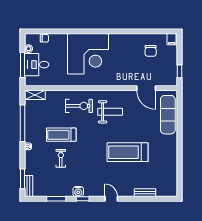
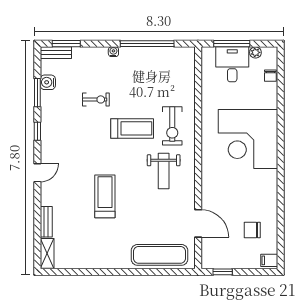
door: (146, 88) -> (198, 223), swing flipped
shelving: (35, 95) -> (47, 253), moved
treadmill: (61, 135) -> (132, 128), moved, turned 90
treadmill: (128, 152) -> (105, 196), width x0.73, depth x0.73
water cooler: (78, 192) -> (48, 82), moved

